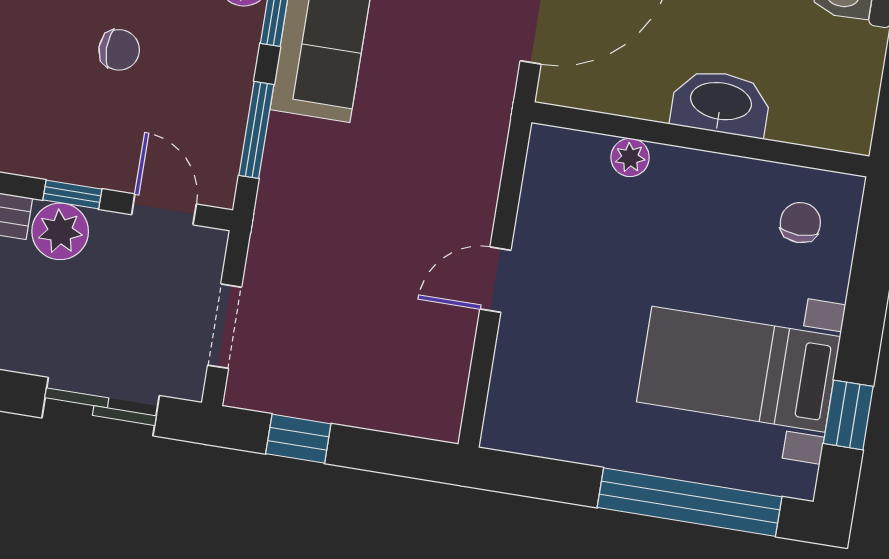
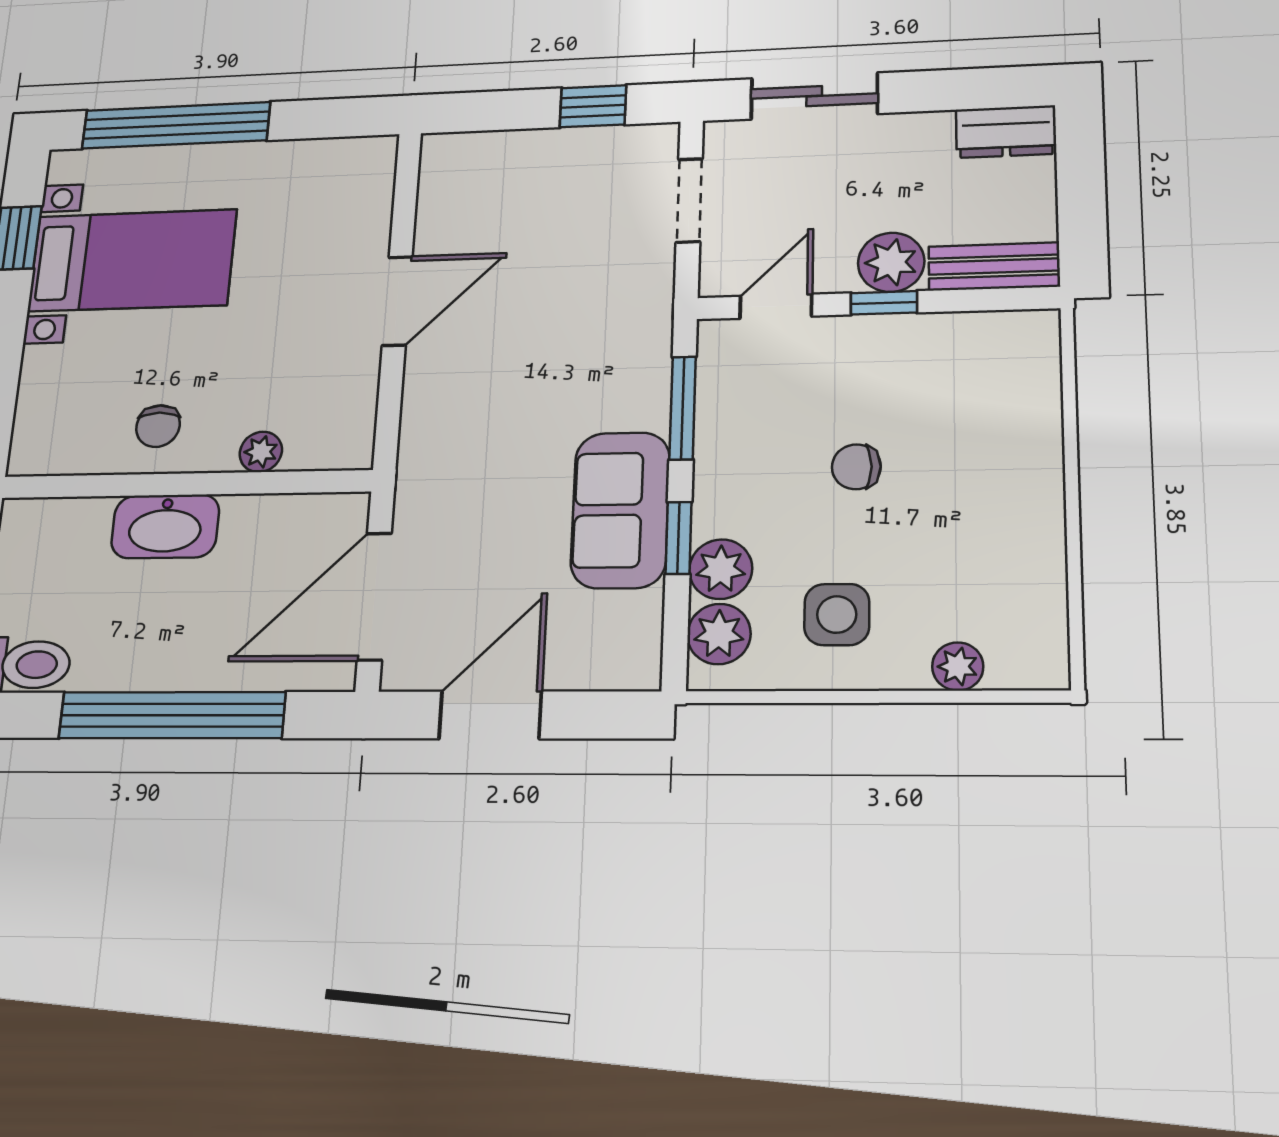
door: (164, 209) -> (776, 306), swing flipped
chair: (800, 223) -> (158, 426), moved
door: (495, 280) -> (397, 301), width x1.38

